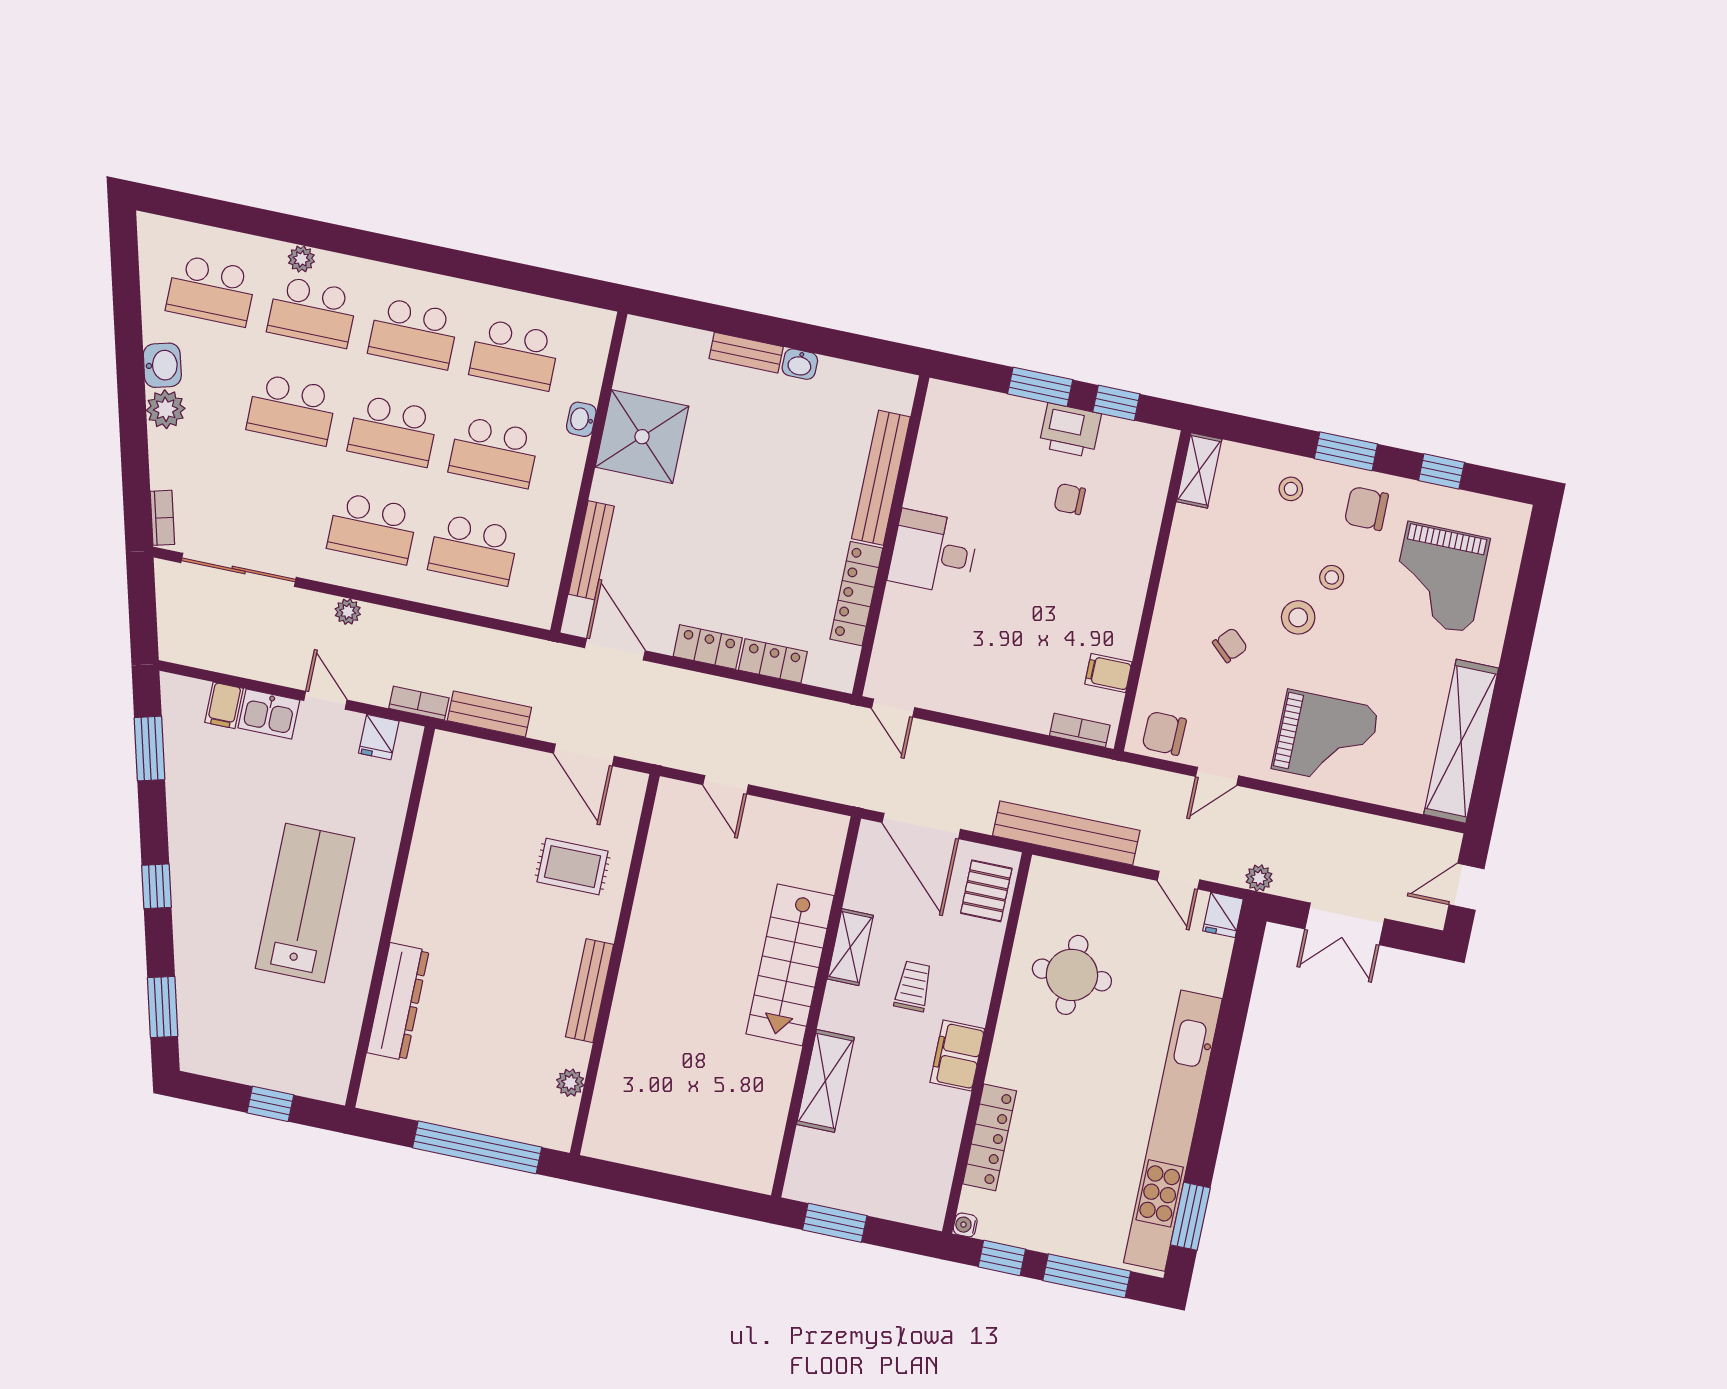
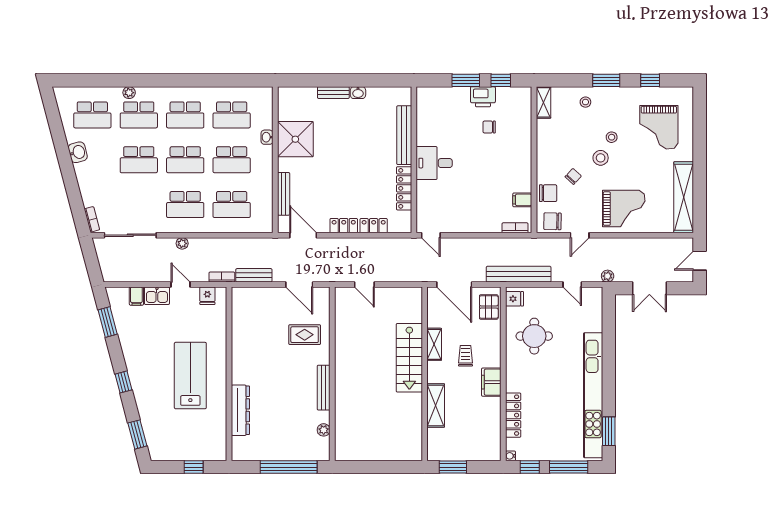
plant: (166, 409) -> (83, 171), removed
chair: (1366, 509) -> (548, 193), moved, turned 180
fridge: (1223, 915) -> (514, 299), moved, turned -90

